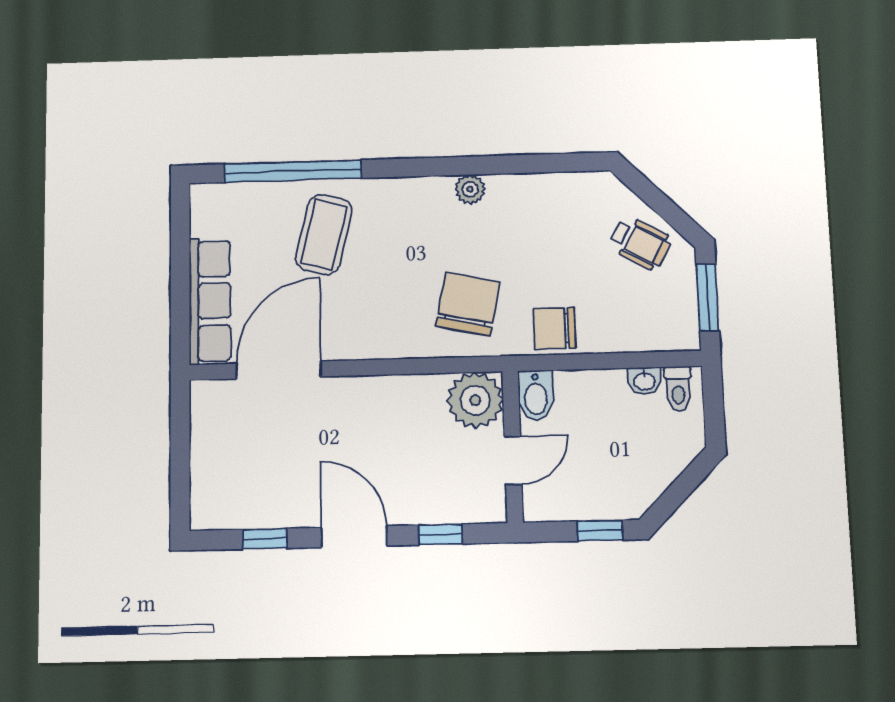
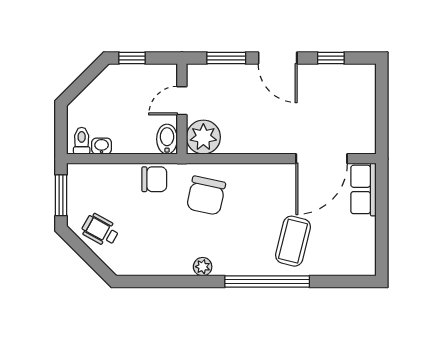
window: (293, 171) -> (267, 282), moved
row of seats: (210, 301) -> (363, 189), width x0.68
window: (441, 534) -> (226, 58), width x1.50

